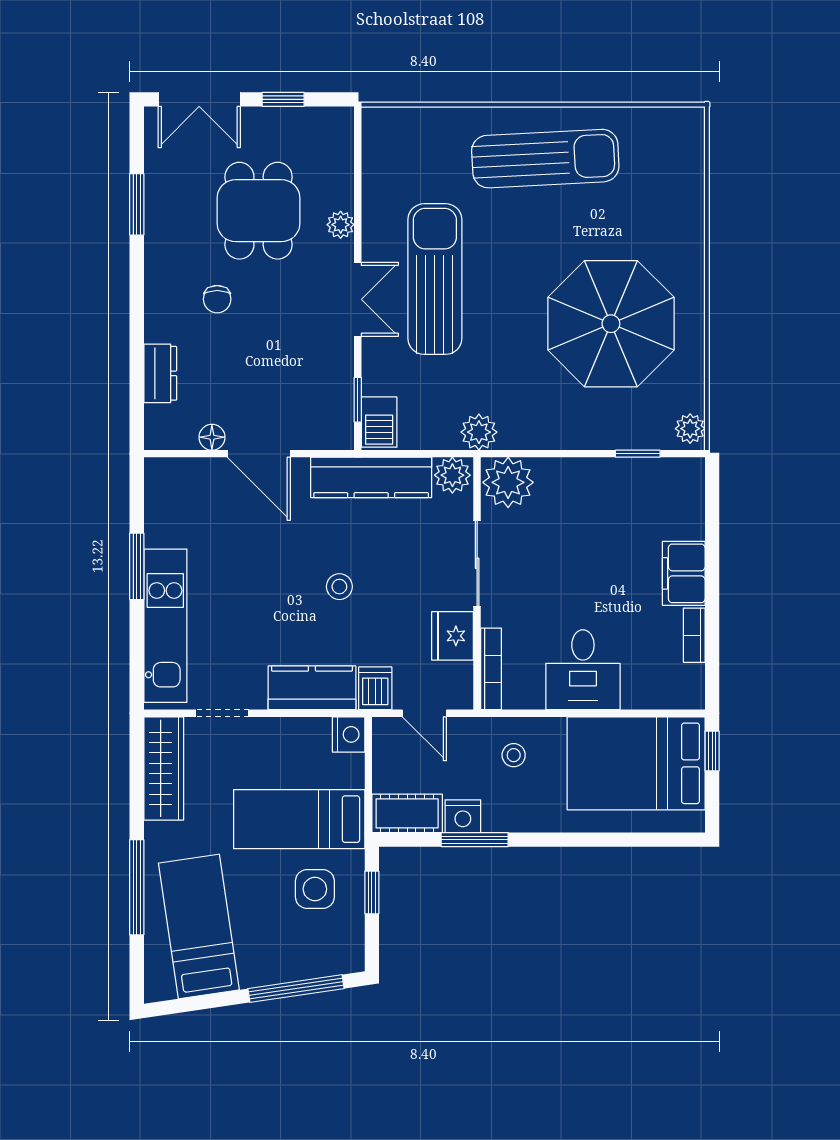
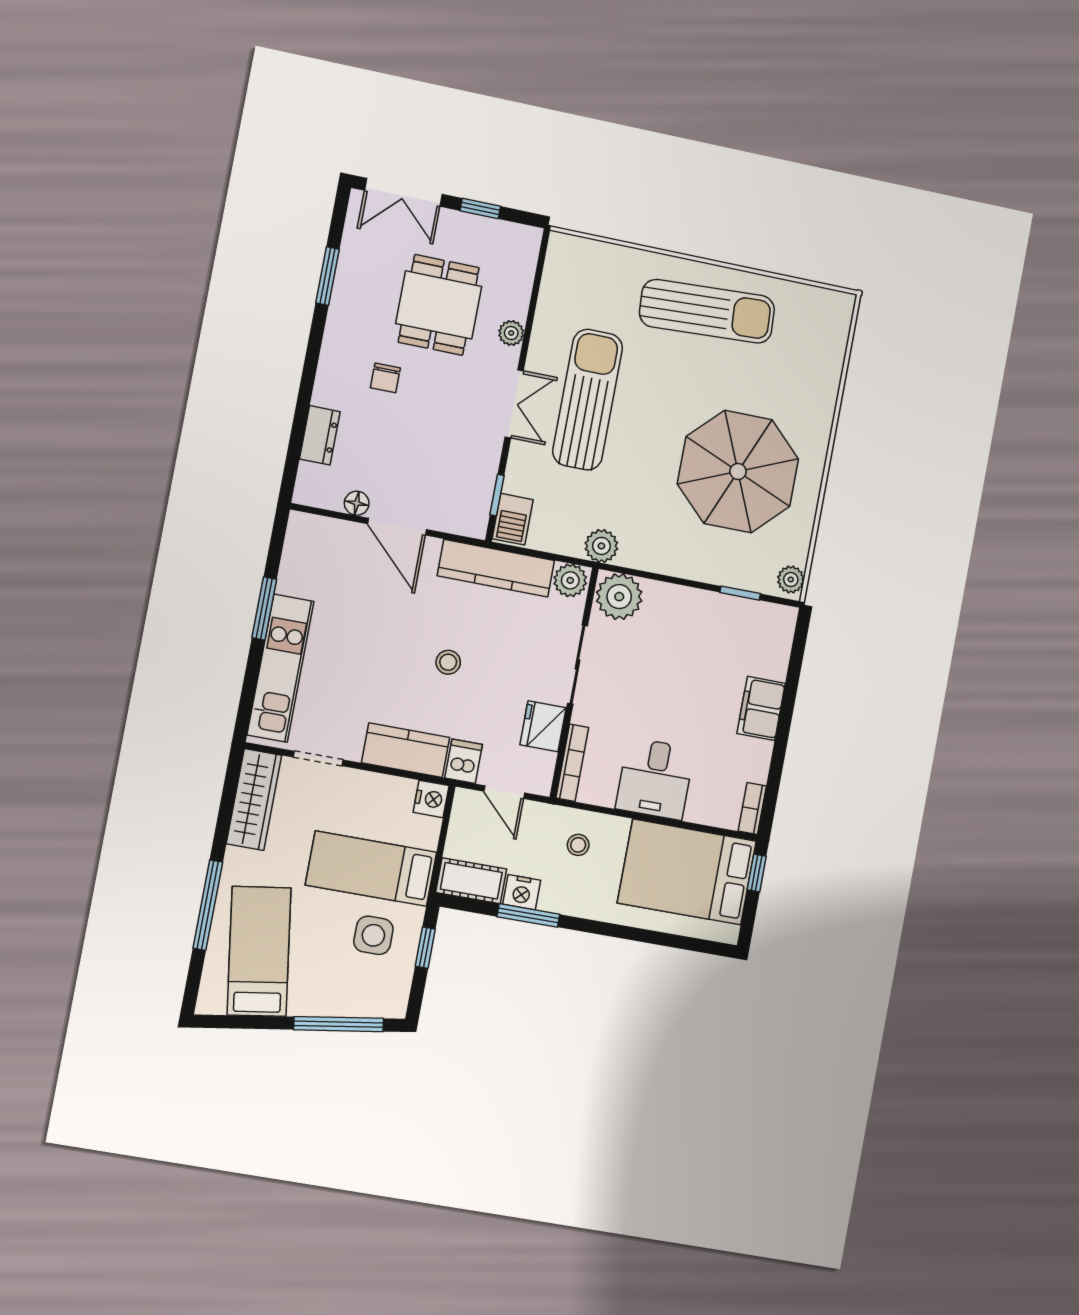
bookcase: (694, 635) -> (752, 809), moved

